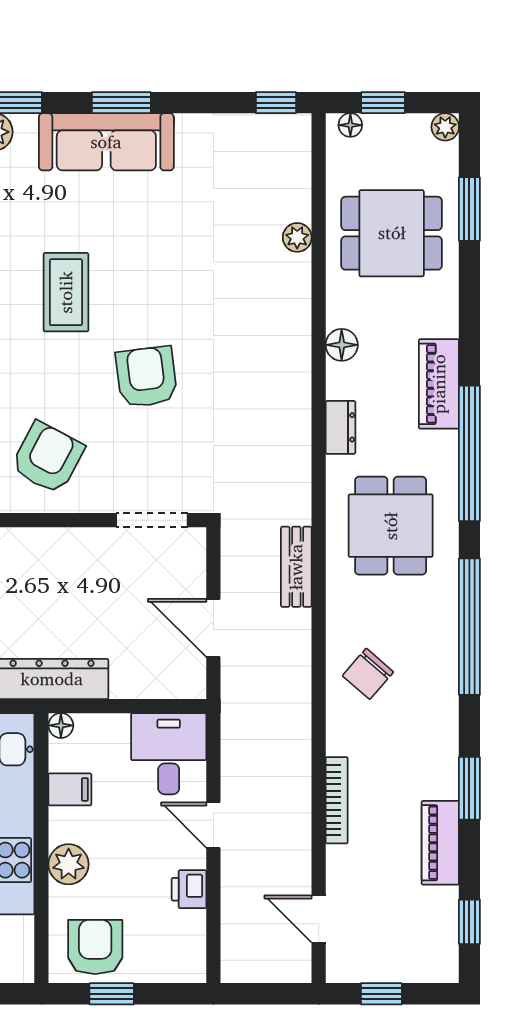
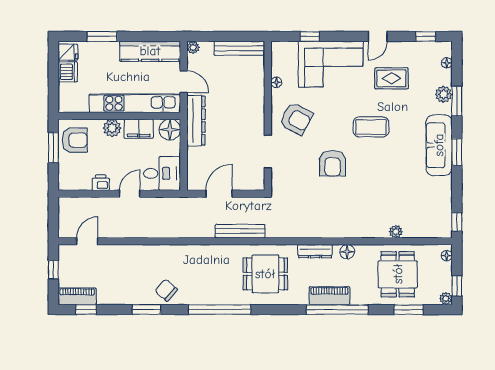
window: (383, 103) -> (457, 286), moved
armchair: (146, 377) -> (333, 163), turned 97
dresser: (340, 427) -> (315, 251), width x1.44
window: (469, 453) -> (337, 310), moved
doorway: (152, 520) -> (268, 152), moved
bench: (296, 567) -> (240, 231), width x1.36
chair: (368, 674) -> (166, 290), moved
floor lamp: (61, 725) -> (170, 130), width x1.89, depth x1.89
filing cabinet: (70, 789) -> (139, 129), width x2.00
bookcase: (337, 800) -> (141, 249), removed
piano: (440, 843) -> (77, 296), moved
window: (112, 994) -> (53, 148), width x1.50

